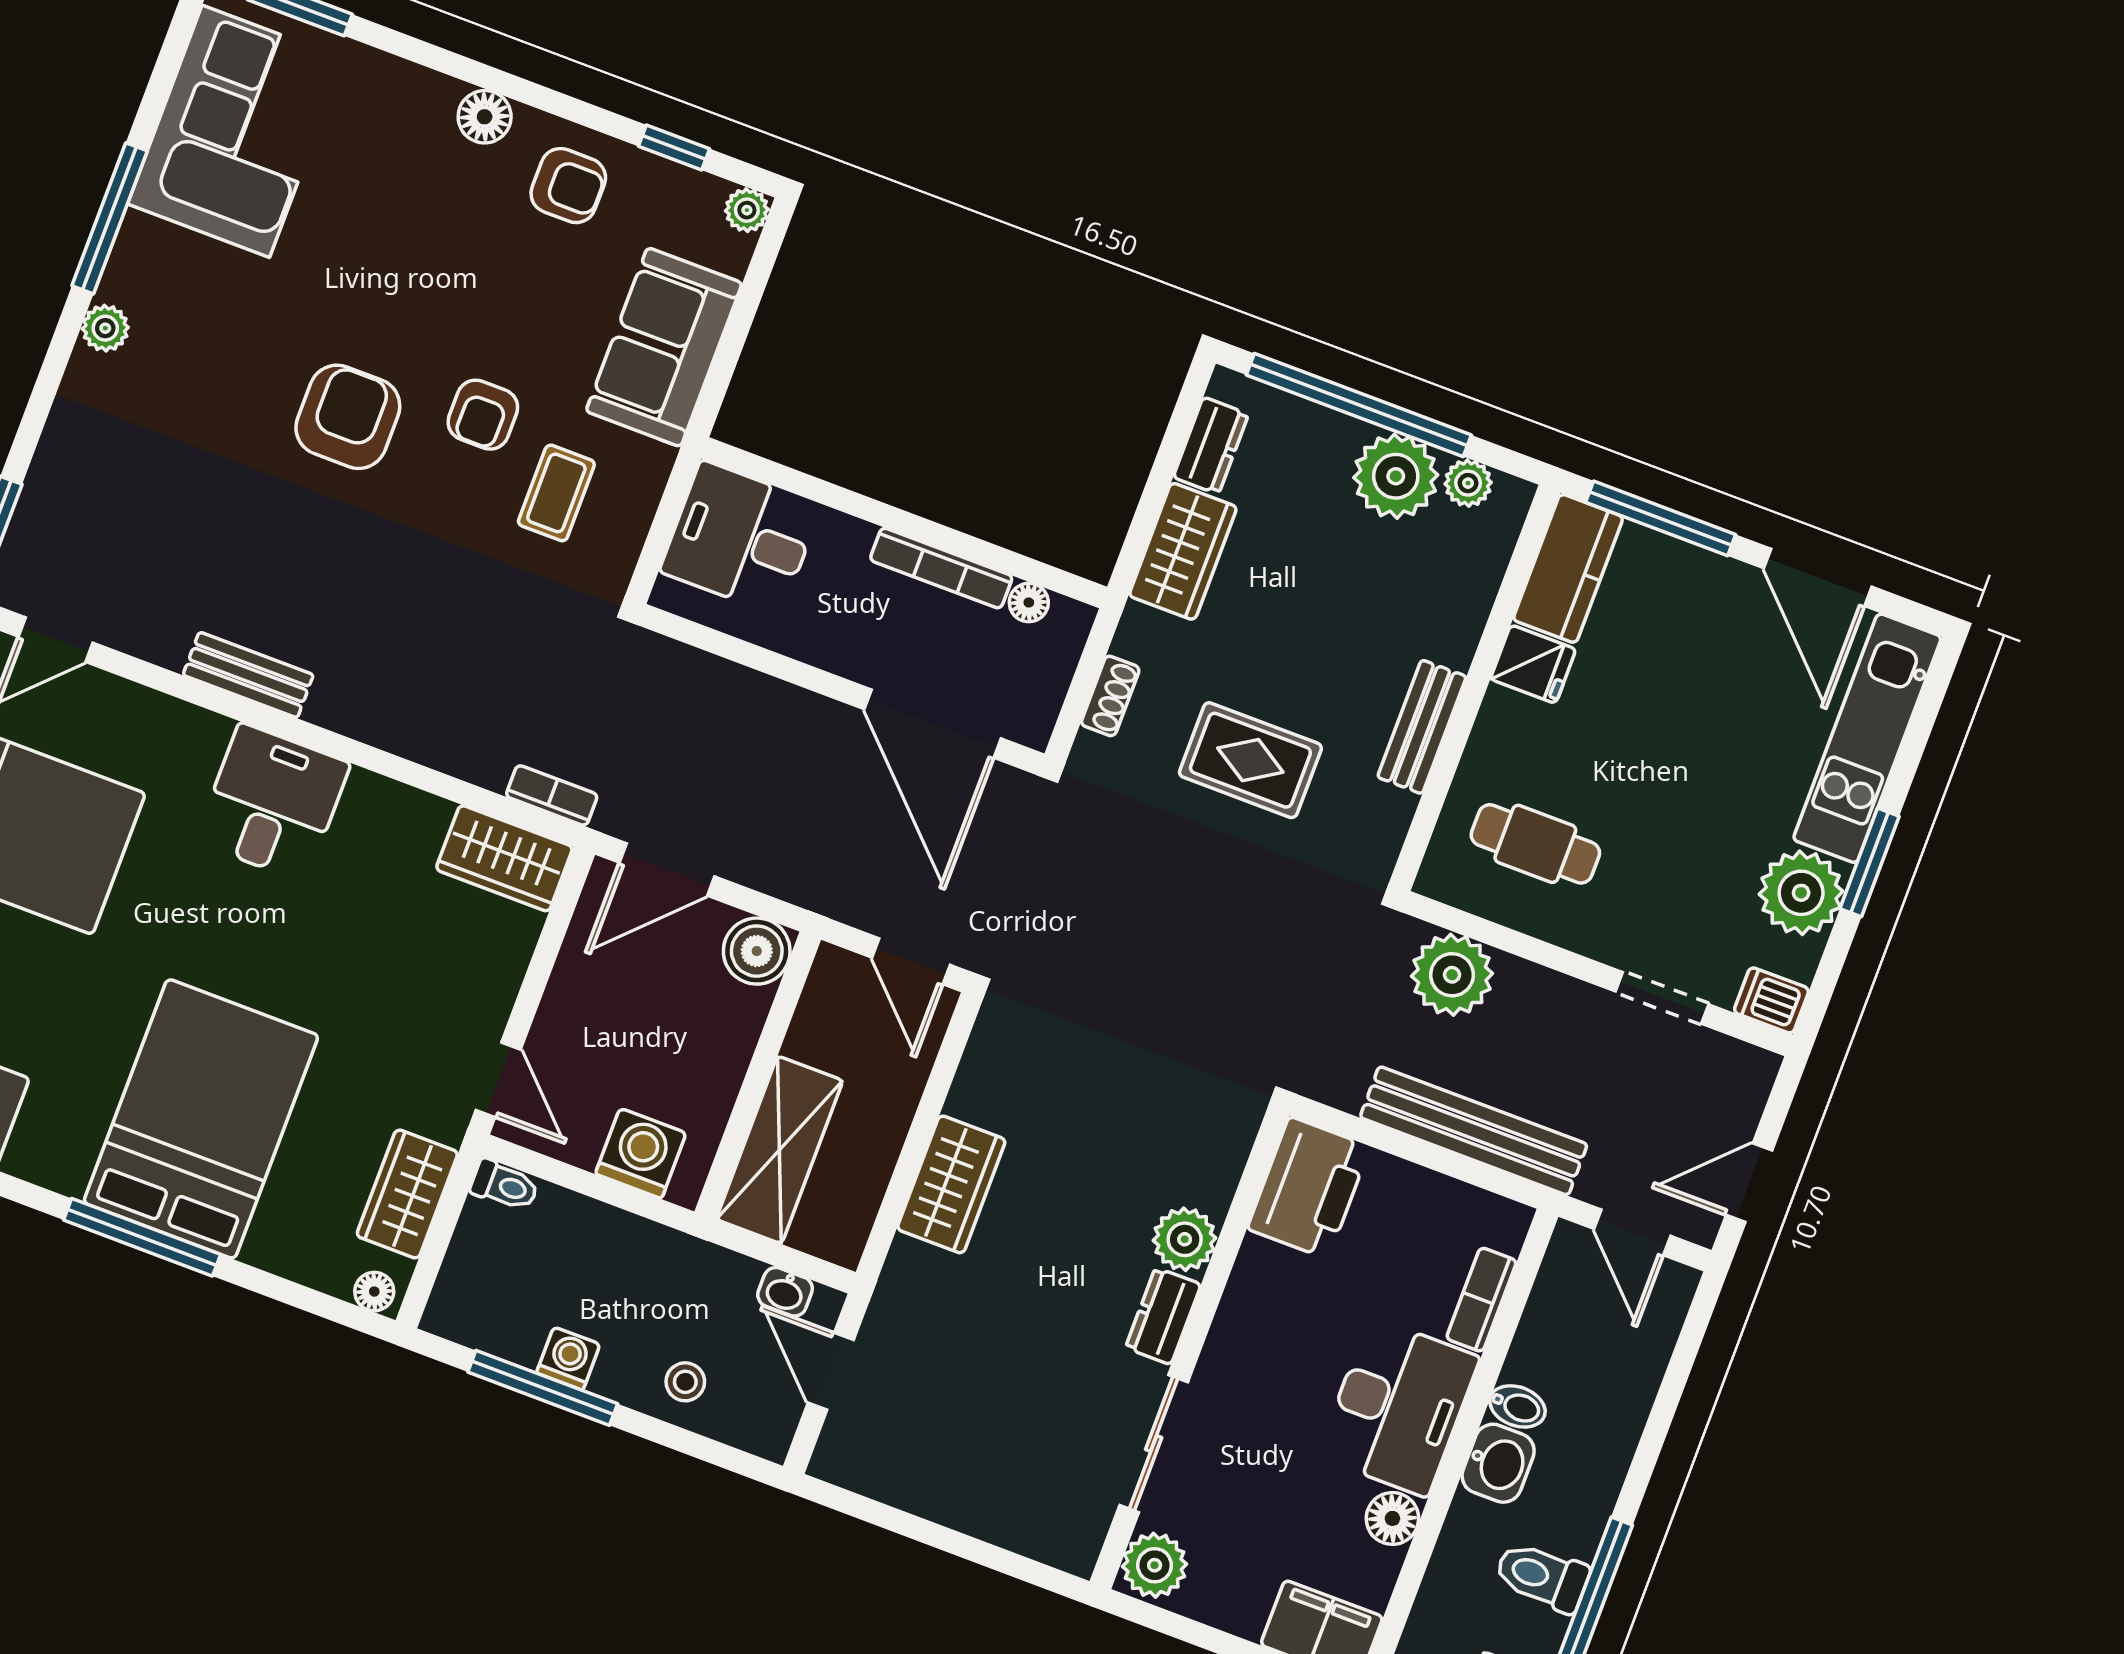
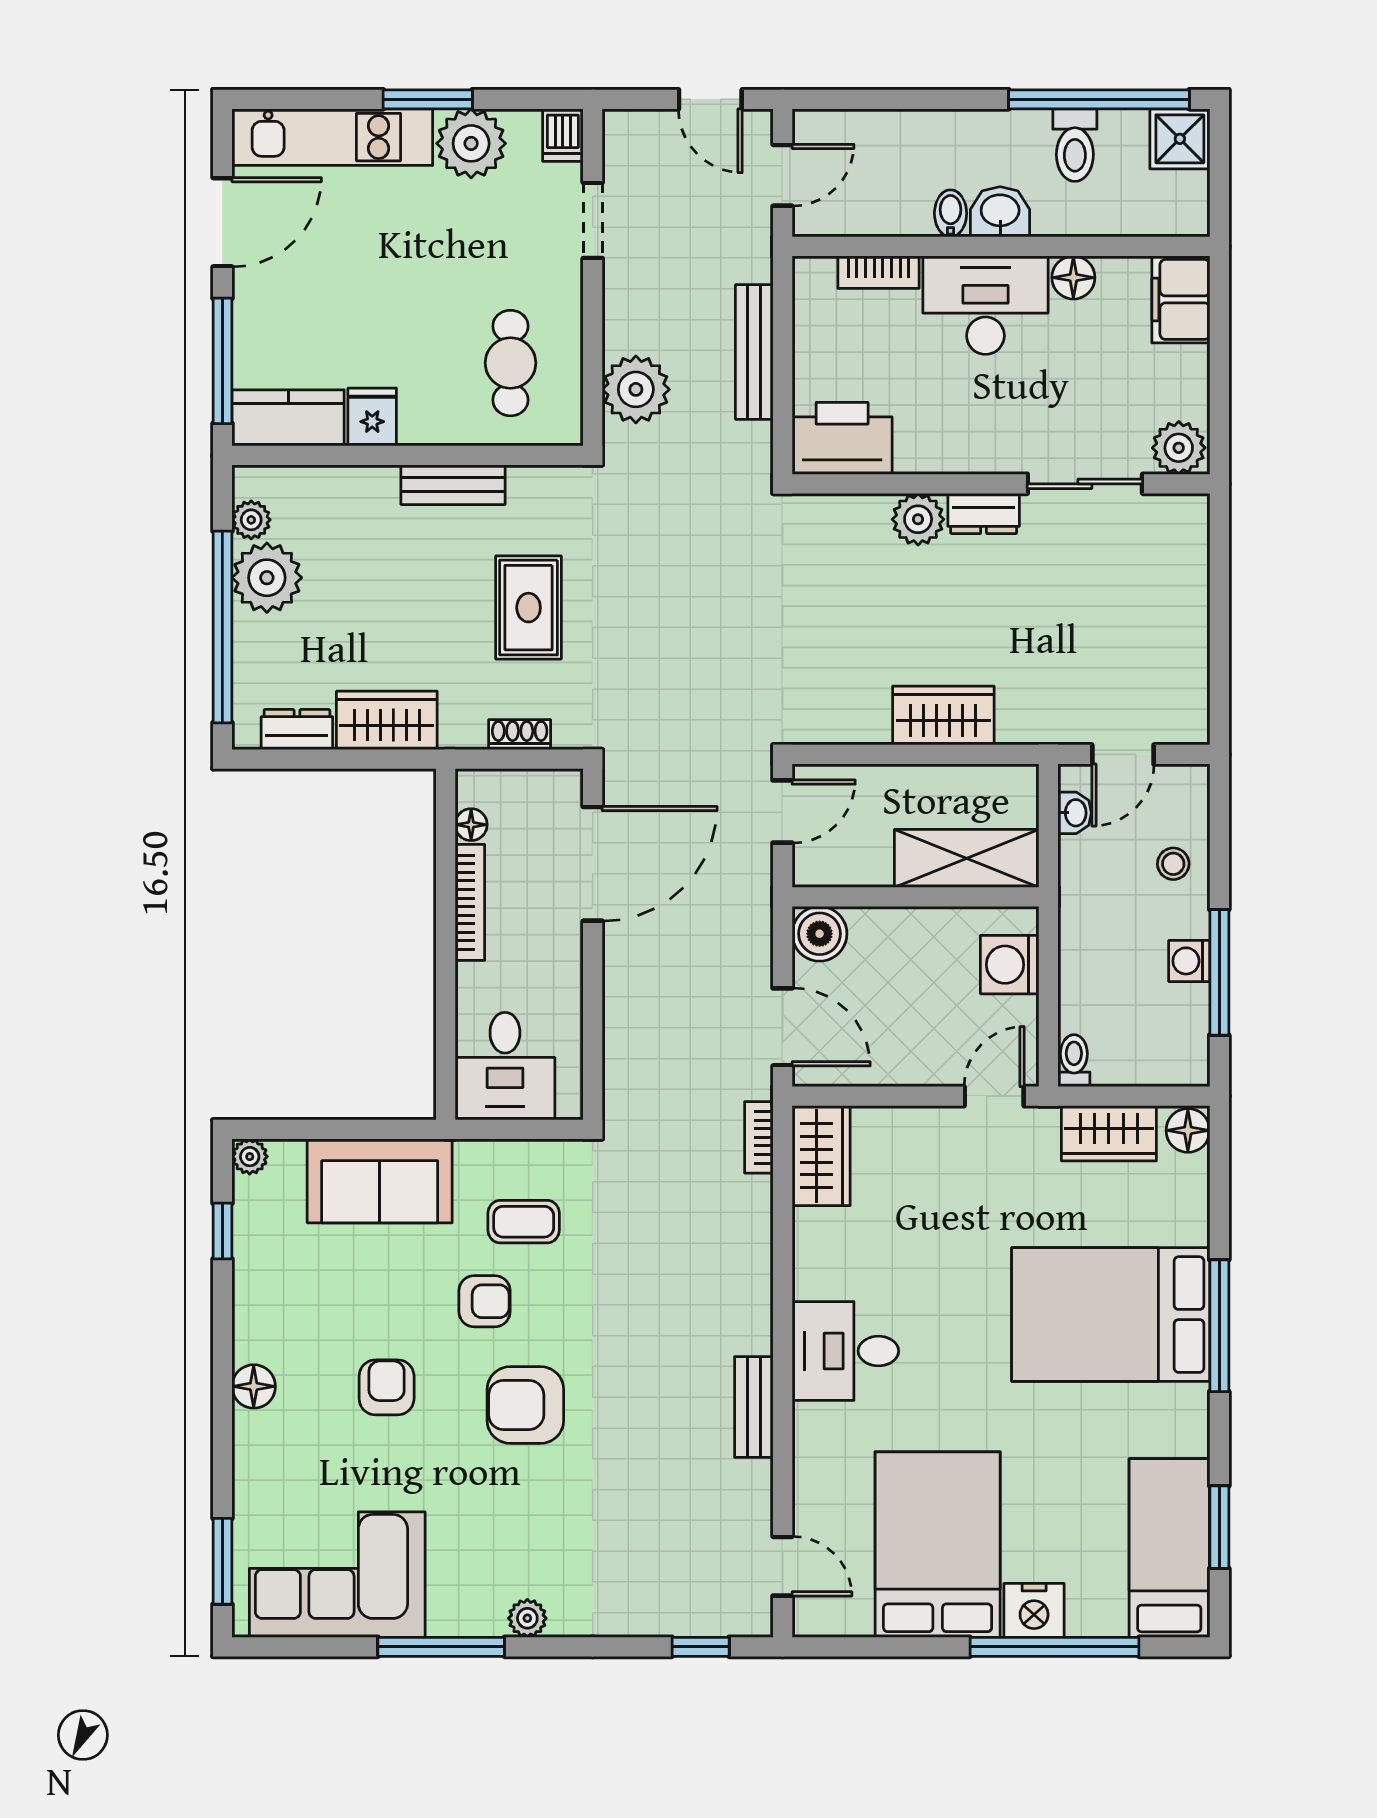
armchair: (568, 186) -> (387, 1387), moved
bench: (1474, 1131) -> (754, 352), width x0.73, depth x0.82
floor lamp: (374, 1292) -> (1188, 1130), width x1.37, depth x1.37

